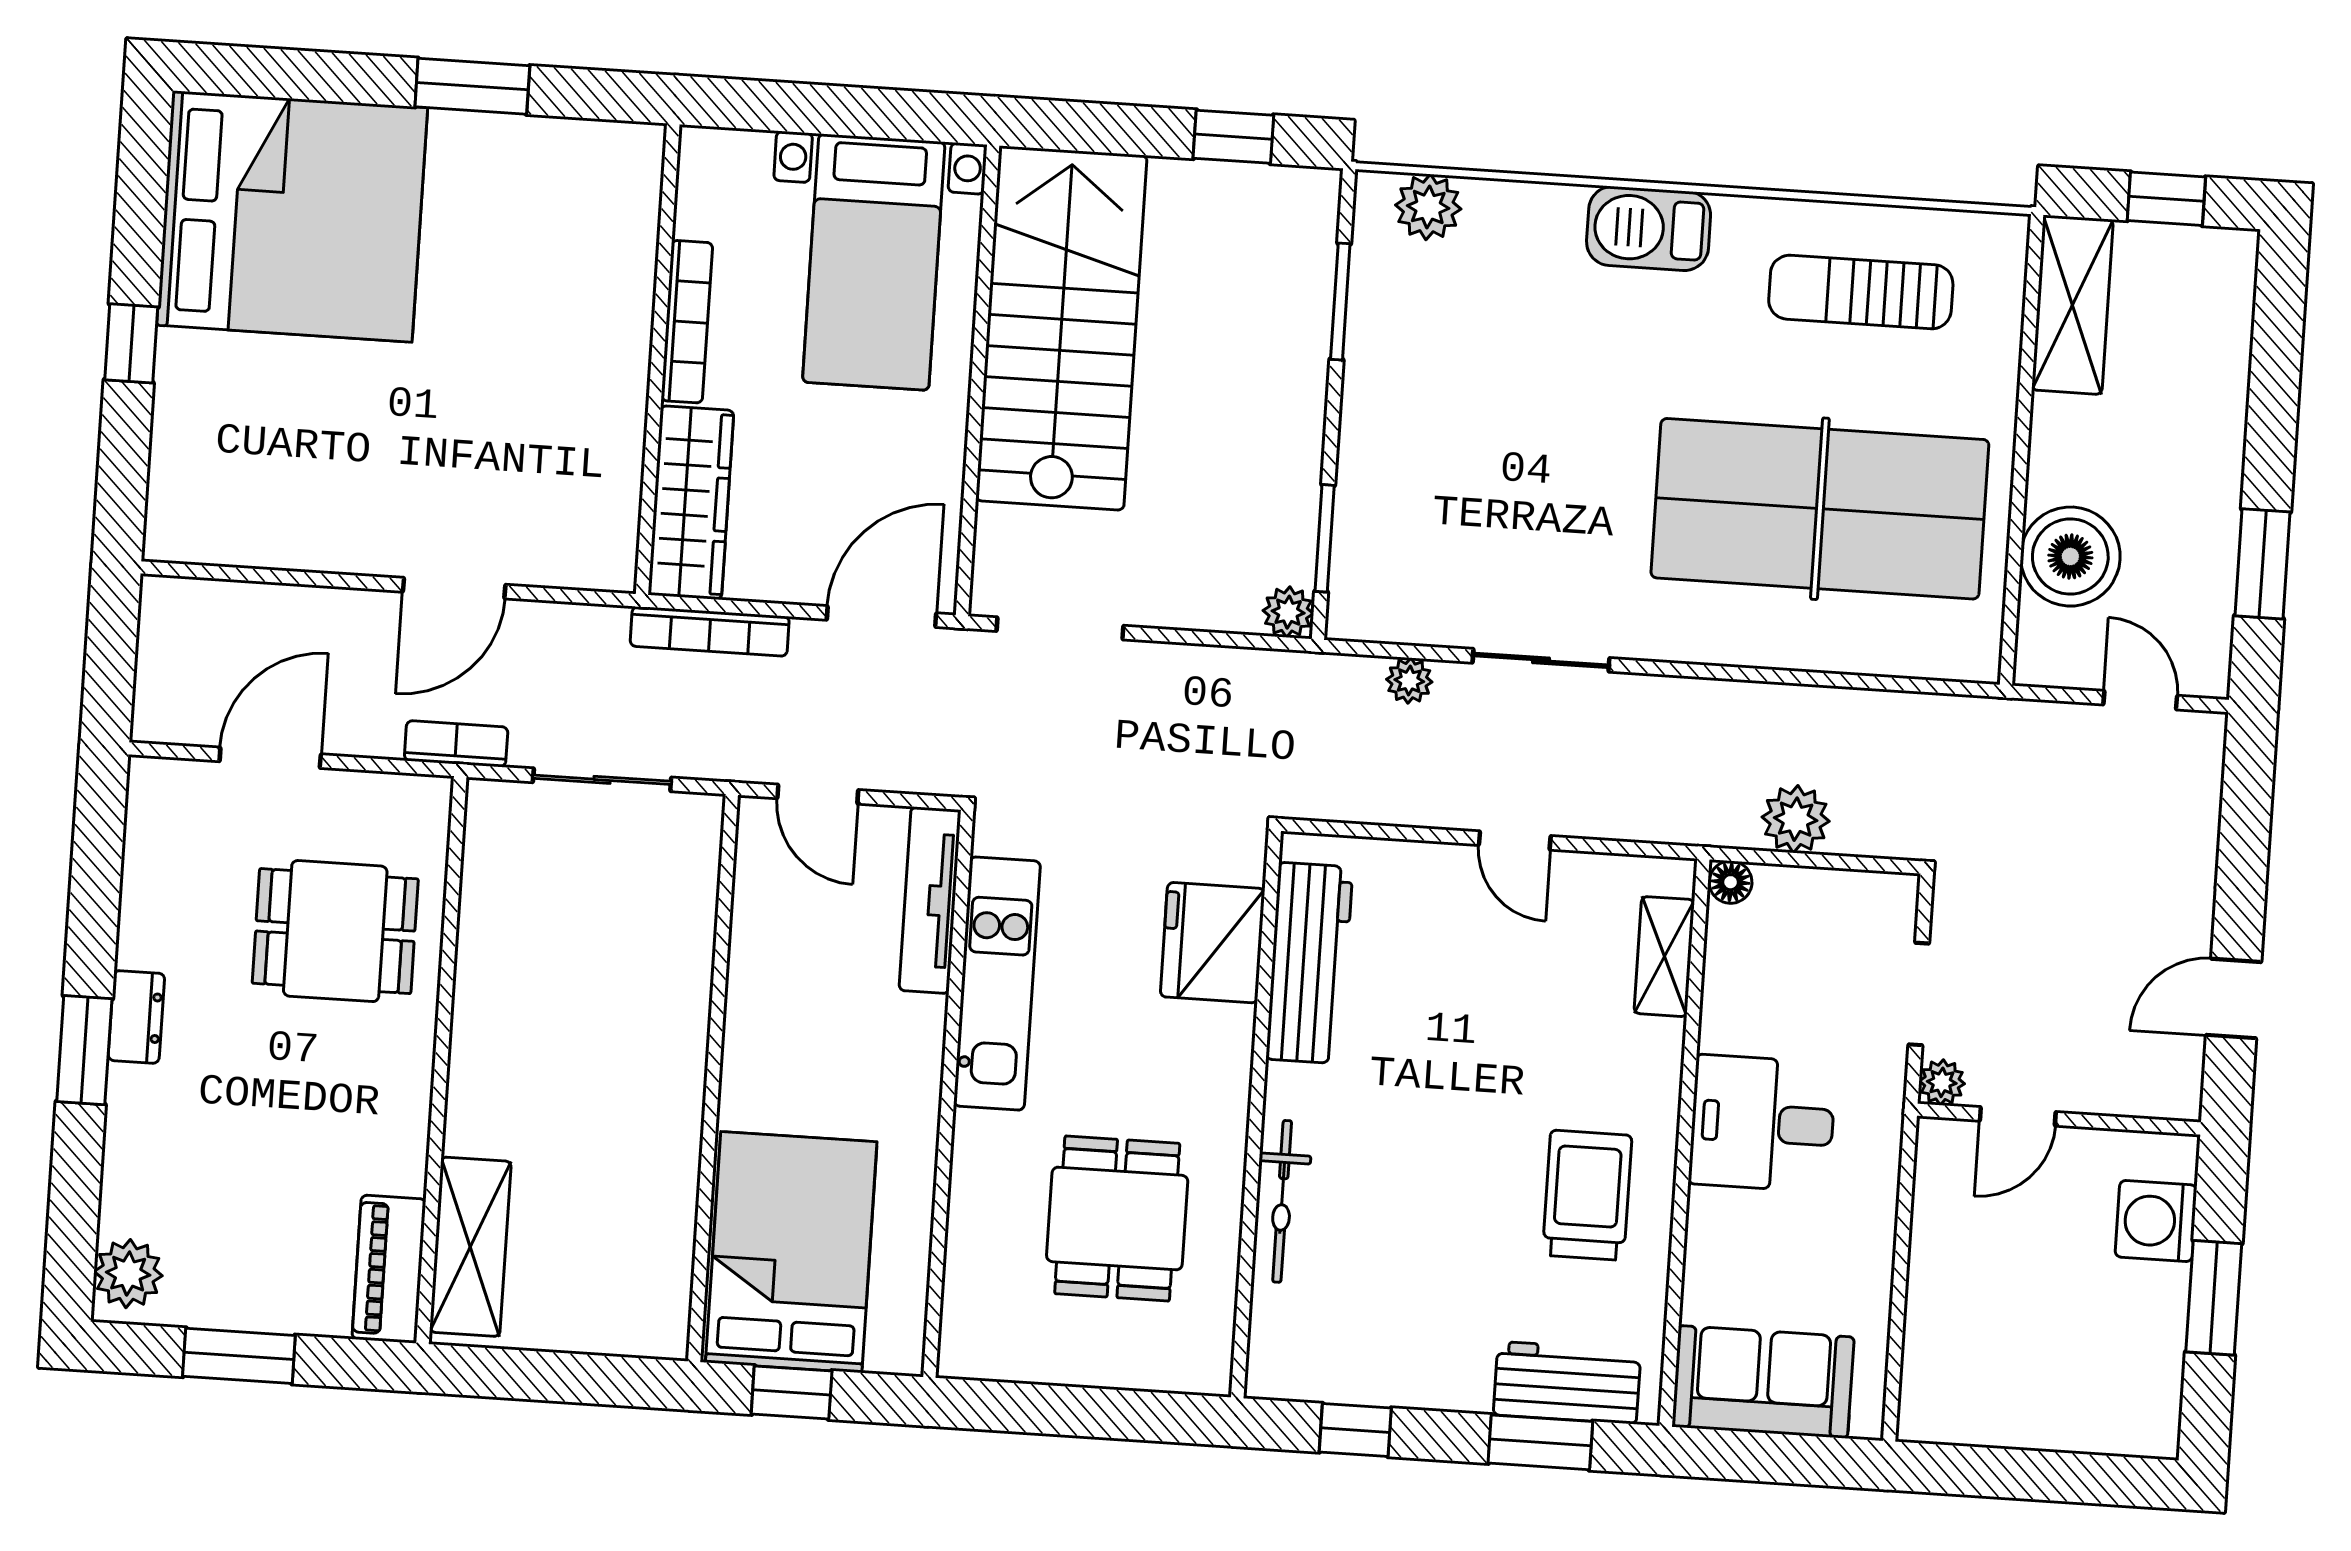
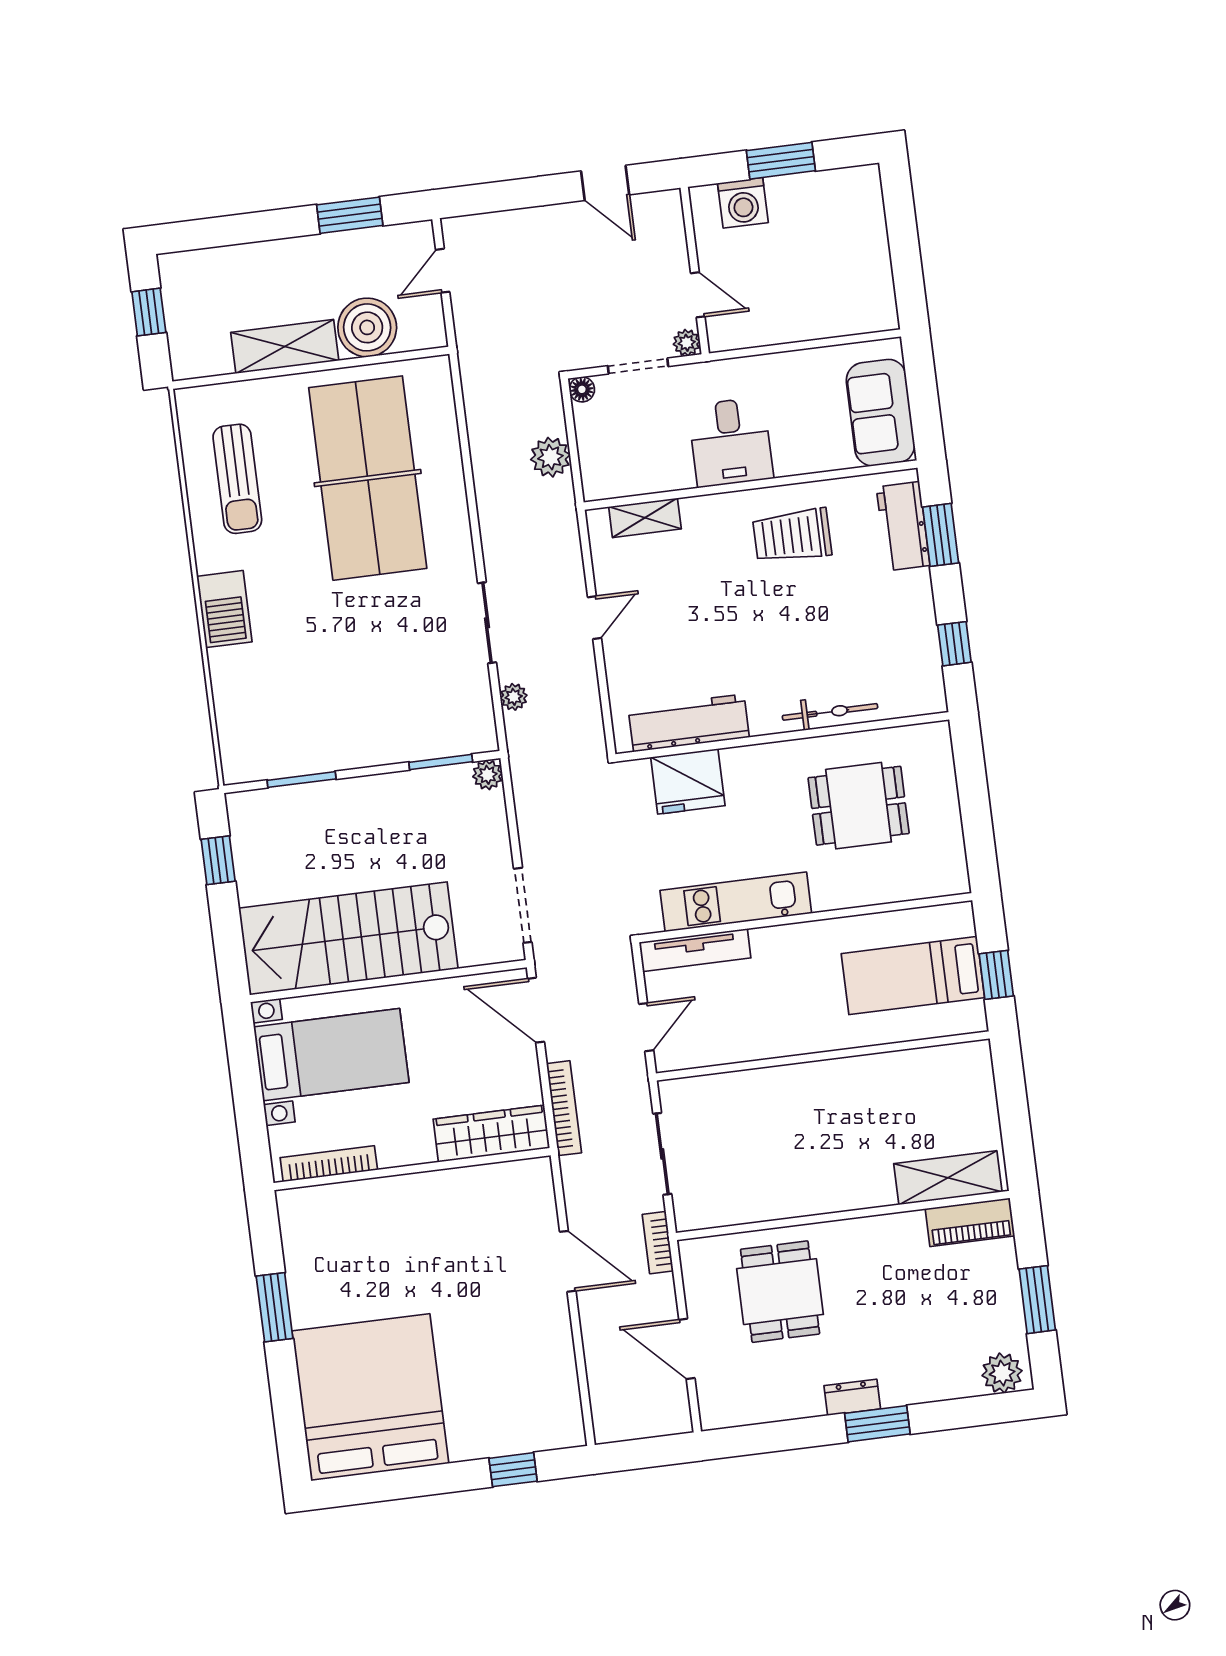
plant: (1428, 207) -> (237, 739), removed
shelving: (2072, 305) -> (285, 347), moved
bookcase: (687, 322) -> (329, 1164), moved
window: (131, 343) -> (513, 1470), moved
floor lamp: (1731, 882) -> (582, 389), moved
bed: (791, 1252) -> (913, 976), width x0.67

